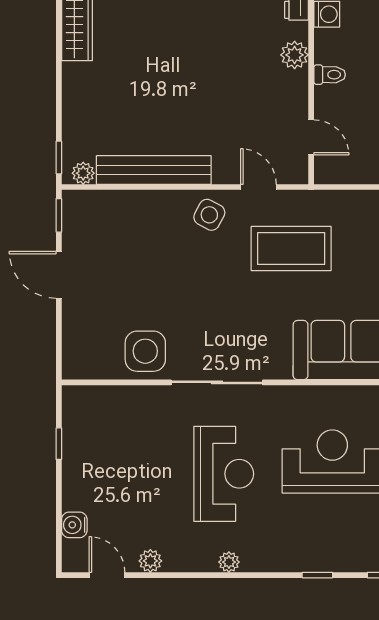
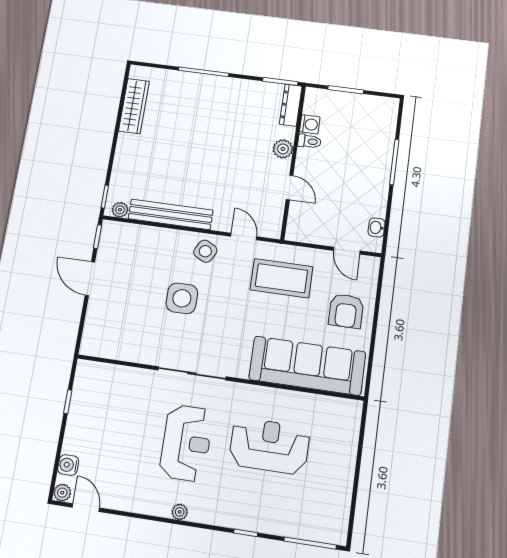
toilet: (330, 75) -> (309, 141), moved
door: (311, 137) -> (290, 187), moved
coffee table: (291, 249) -> (281, 278), moved
side table: (145, 351) -> (182, 298), moved
plant: (150, 561) -> (62, 493), moved

